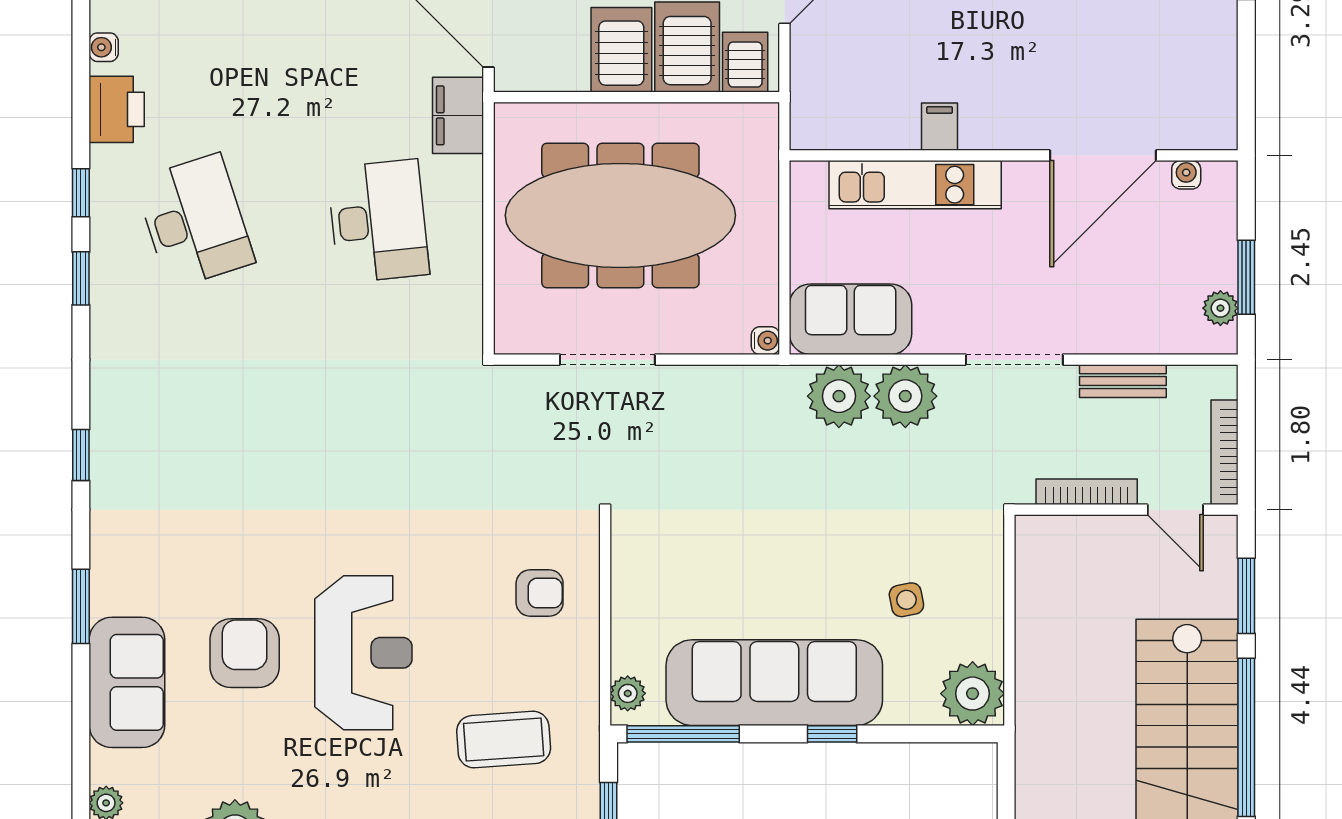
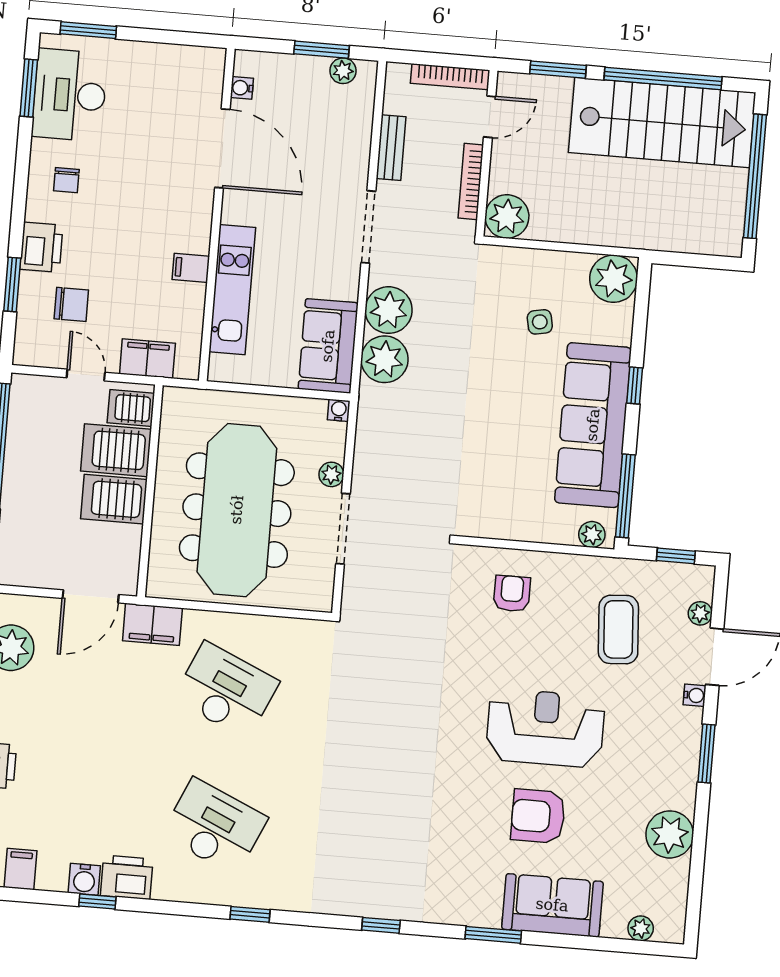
water cooler: (104, 47) -> (84, 879), width x1.38, depth x1.38
filing cabinet: (813, 79) -> (147, 359), added
window: (81, 193) -> (97, 902), moved
desk: (195, 221) -> (215, 826), turned 42
desk: (378, 221) -> (226, 690), turned 30
plant: (679, 338) -> (331, 474), added
plant: (1044, 544) -> (507, 216), added

